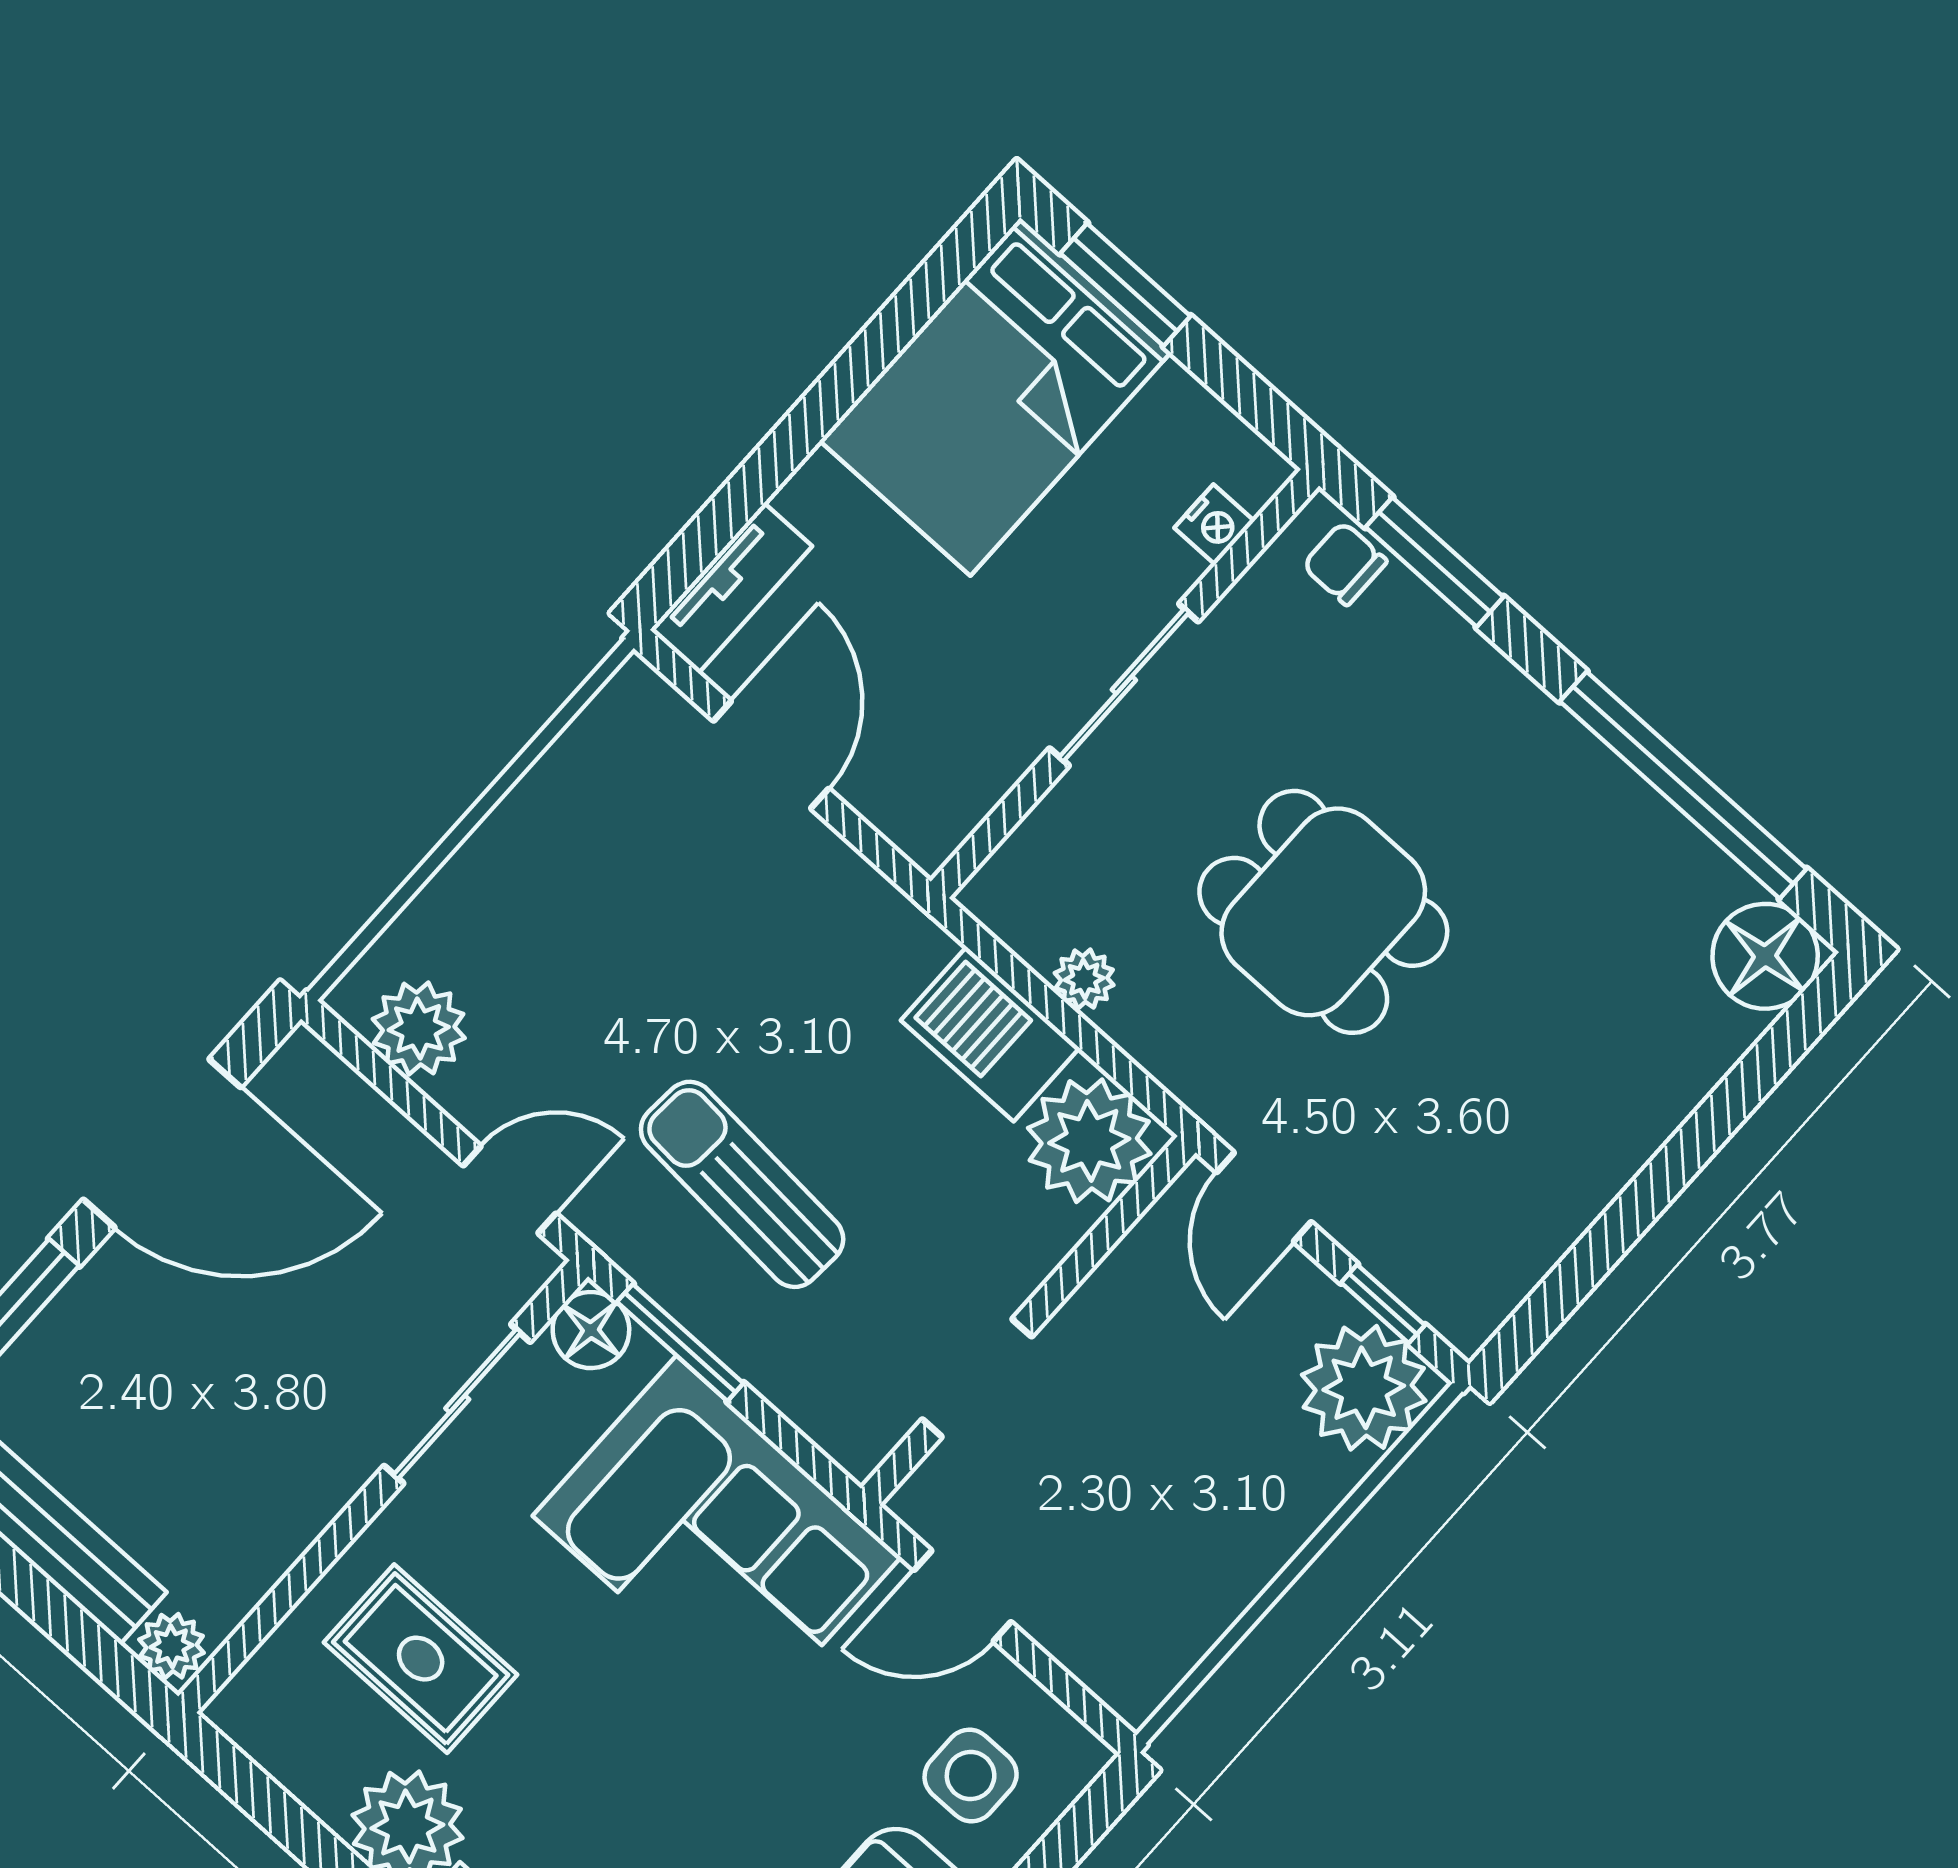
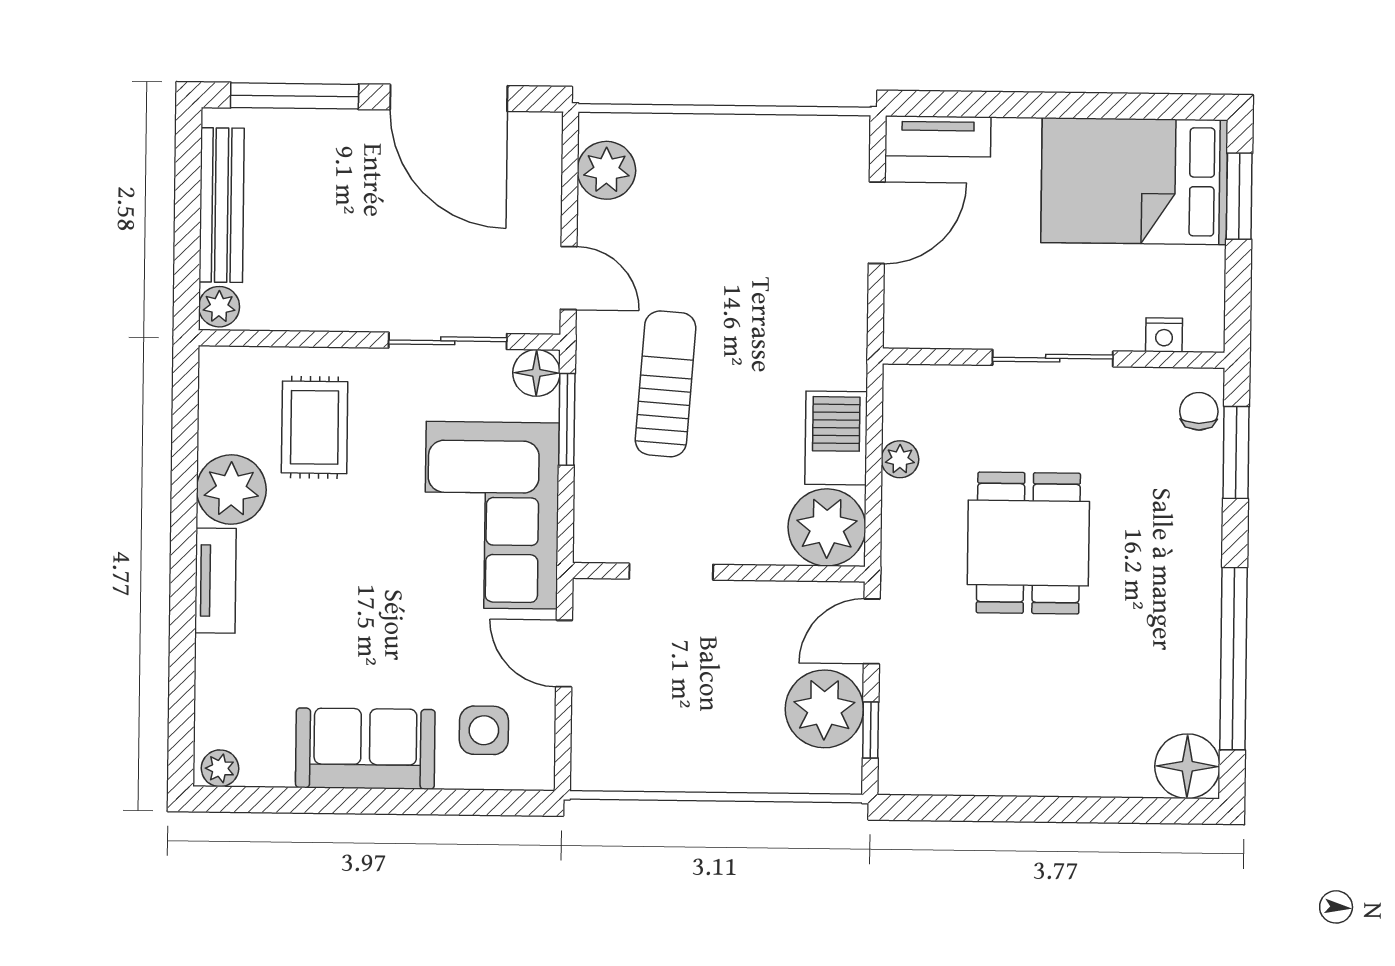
plant: (1364, 1388) -> (824, 709), moved

